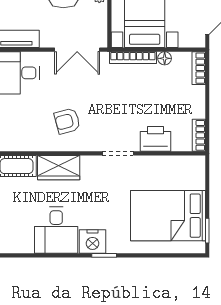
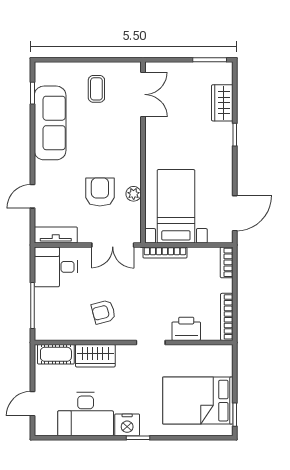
floor lamp: (165, 58) -> (195, 253), removed
bookcase: (199, 135) -> (227, 317), width x1.56
desk: (56, 230) -> (86, 414), width x1.37

